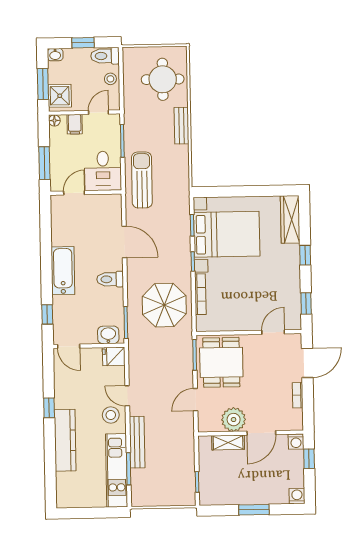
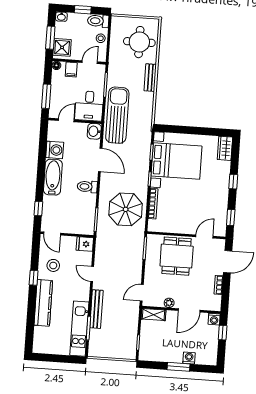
sun lounger: (142, 180) -> (117, 115), width x1.36, depth x1.34
wardrobe: (290, 219) -> (225, 148), width x0.67
washing machine: (62, 234) -> (55, 150), added
washbasin: (108, 335) -> (94, 131), moved, turned -90
dining table: (221, 362) -> (177, 256), moved
door: (195, 400) -> (142, 293), moved
stool: (111, 415) -> (53, 265), moved
plant: (234, 420) -> (169, 303), width x0.53, depth x0.53
shelving: (228, 442) -> (153, 315), moved
washing machine: (297, 496) -> (189, 358), moved

